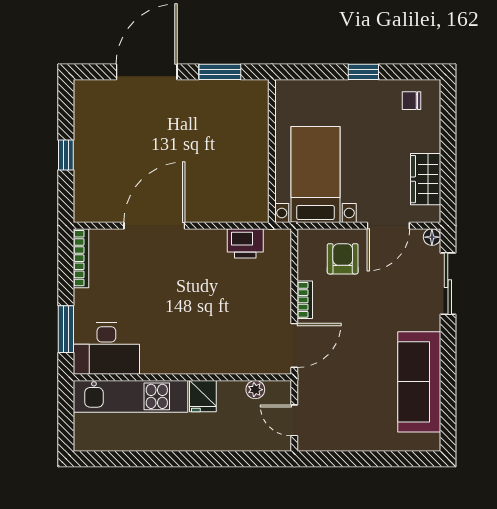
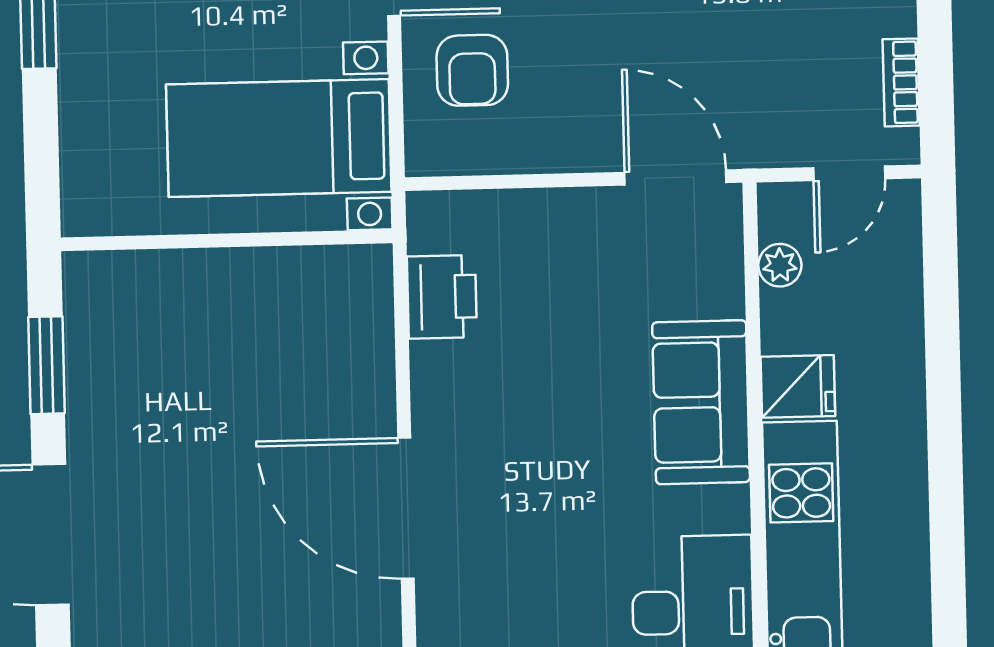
armchair: (343, 259) -> (472, 70), turned -90
bookcase: (305, 300) -> (901, 82), moved, turned -90
sofa: (197, 354) -> (701, 402), added

